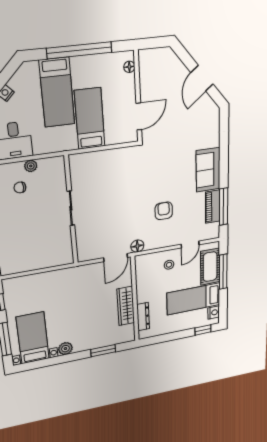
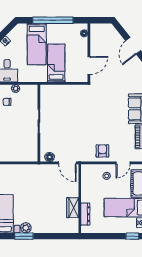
armchair: (164, 211) -> (102, 151), moved
floor lamp: (137, 246) -> (50, 157), moved
door: (116, 258) -> (67, 163), hinge flipped
wardrobe: (126, 306) -> (73, 208), width x0.67
window: (103, 351) -> (24, 236), moved

